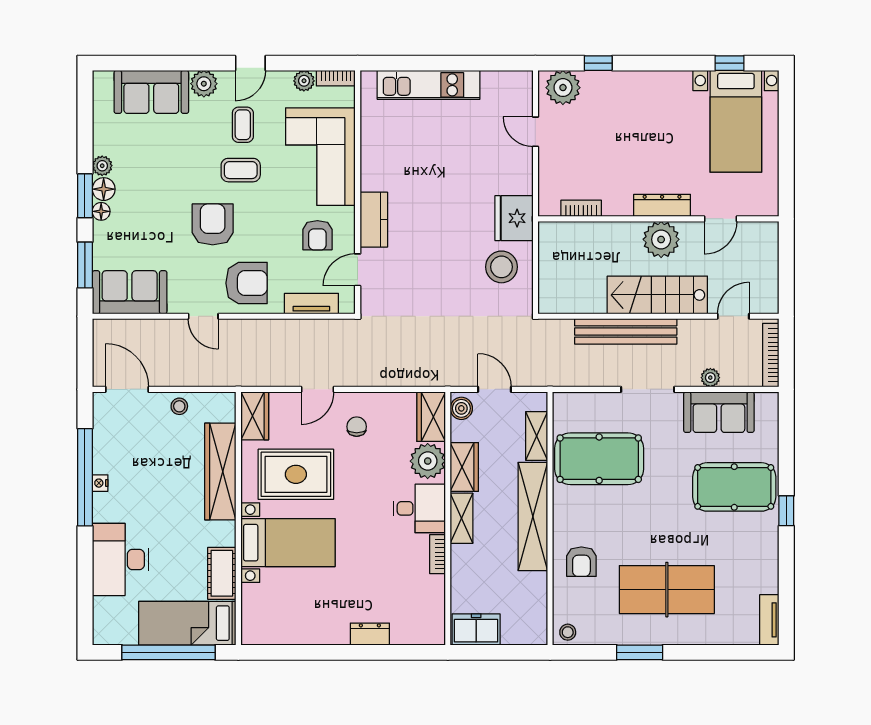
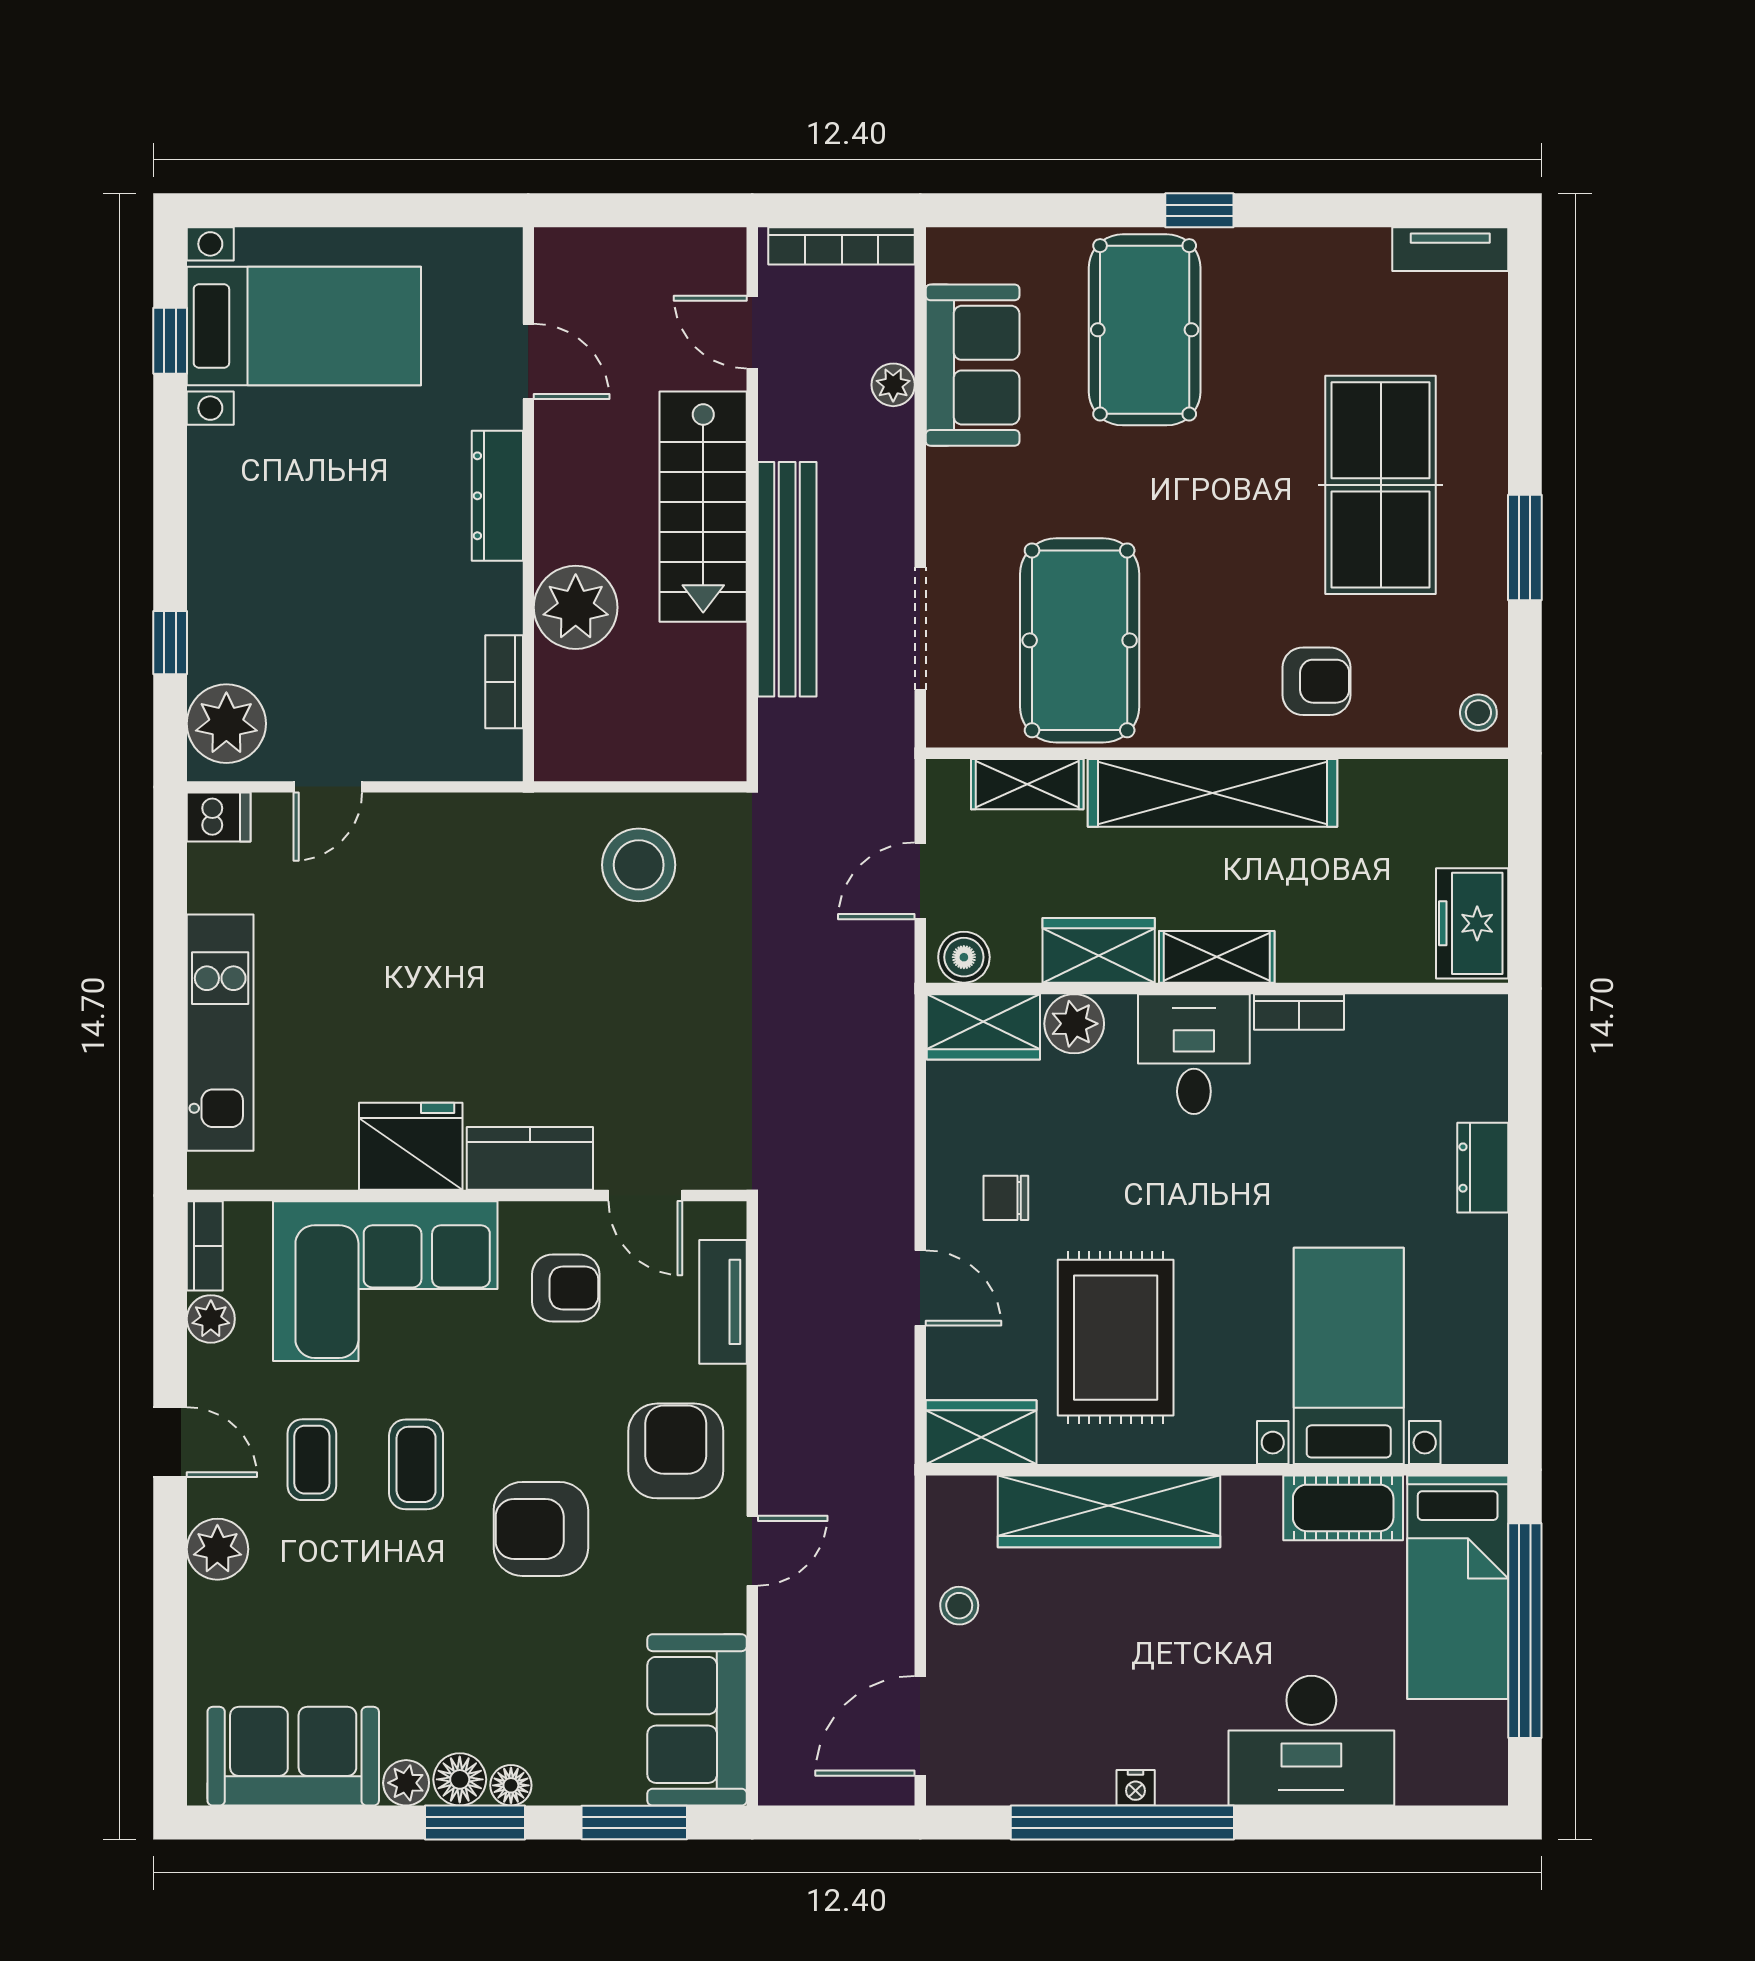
dishwasher: (522, 84) -> (219, 817), added
sofa: (151, 92) -> (293, 1756), moved, turned -90
coffee table: (243, 125) -> (312, 1460), turned 90
fridge: (514, 218) -> (411, 1146), moved, turned 180
plant: (661, 239) -> (576, 607), moved
doorway: (648, 389) -> (920, 629), moved
plant: (428, 461) -> (1074, 1024), width x0.73, depth x0.73
bed with nightstands: (288, 543) -> (1349, 1356), moved

